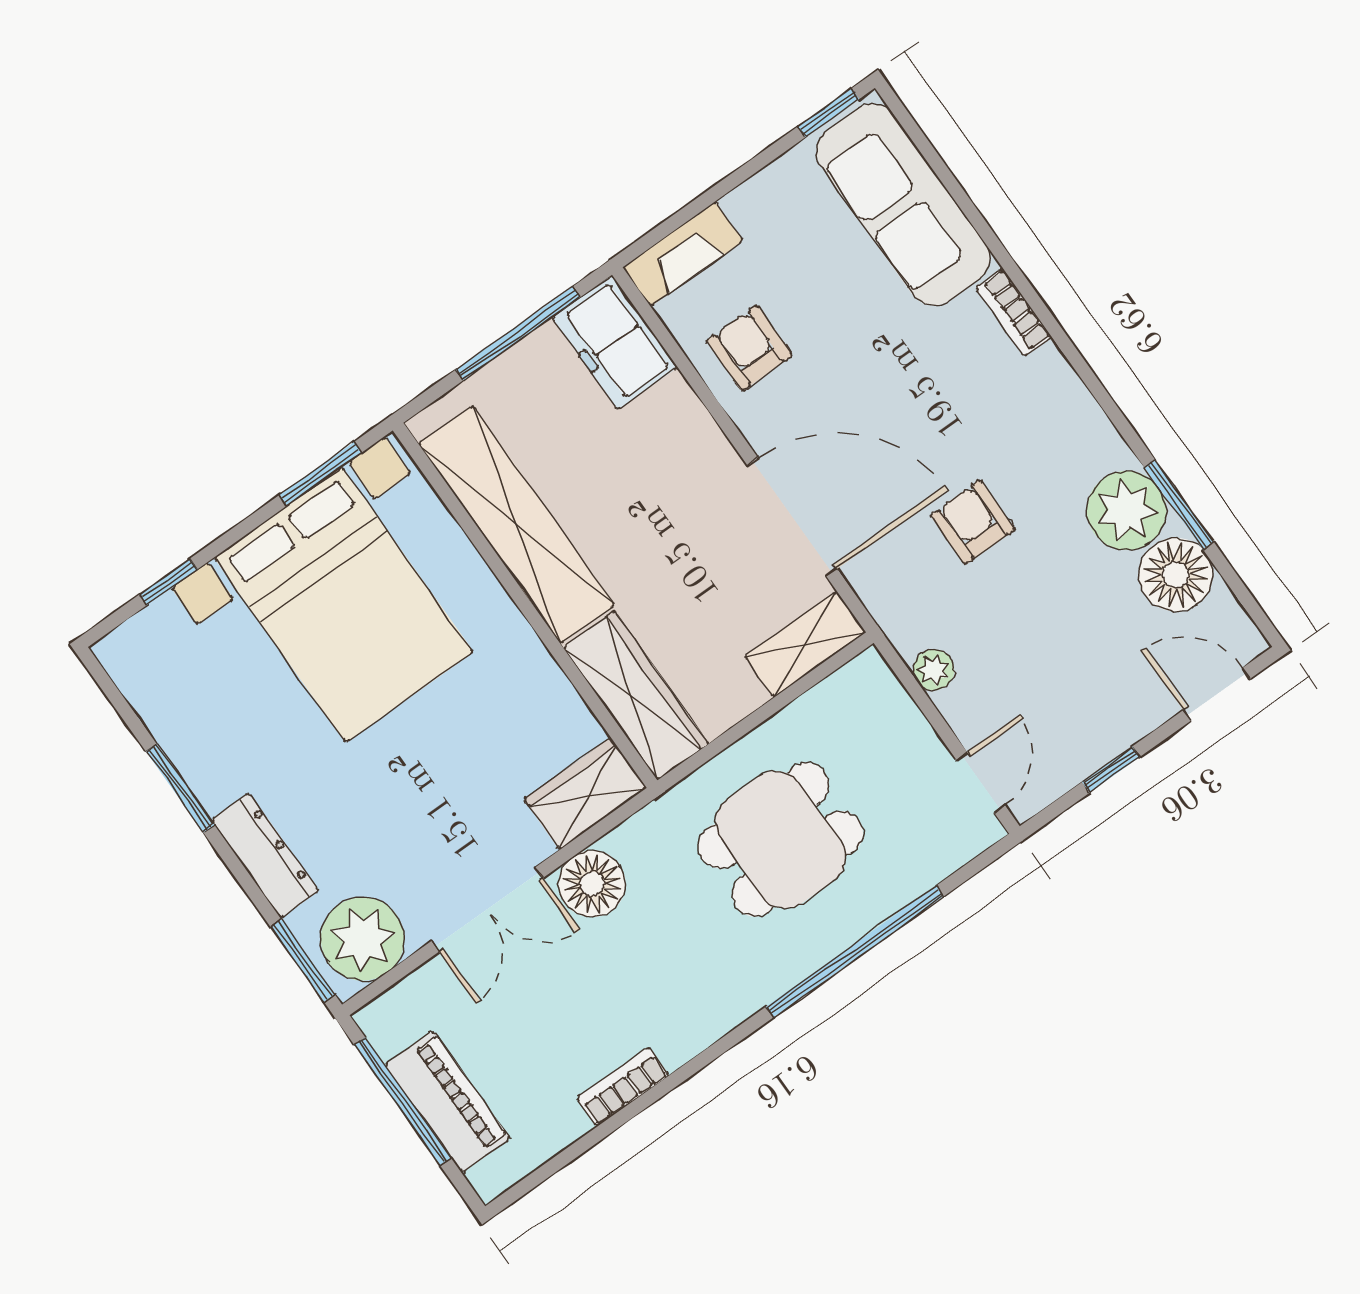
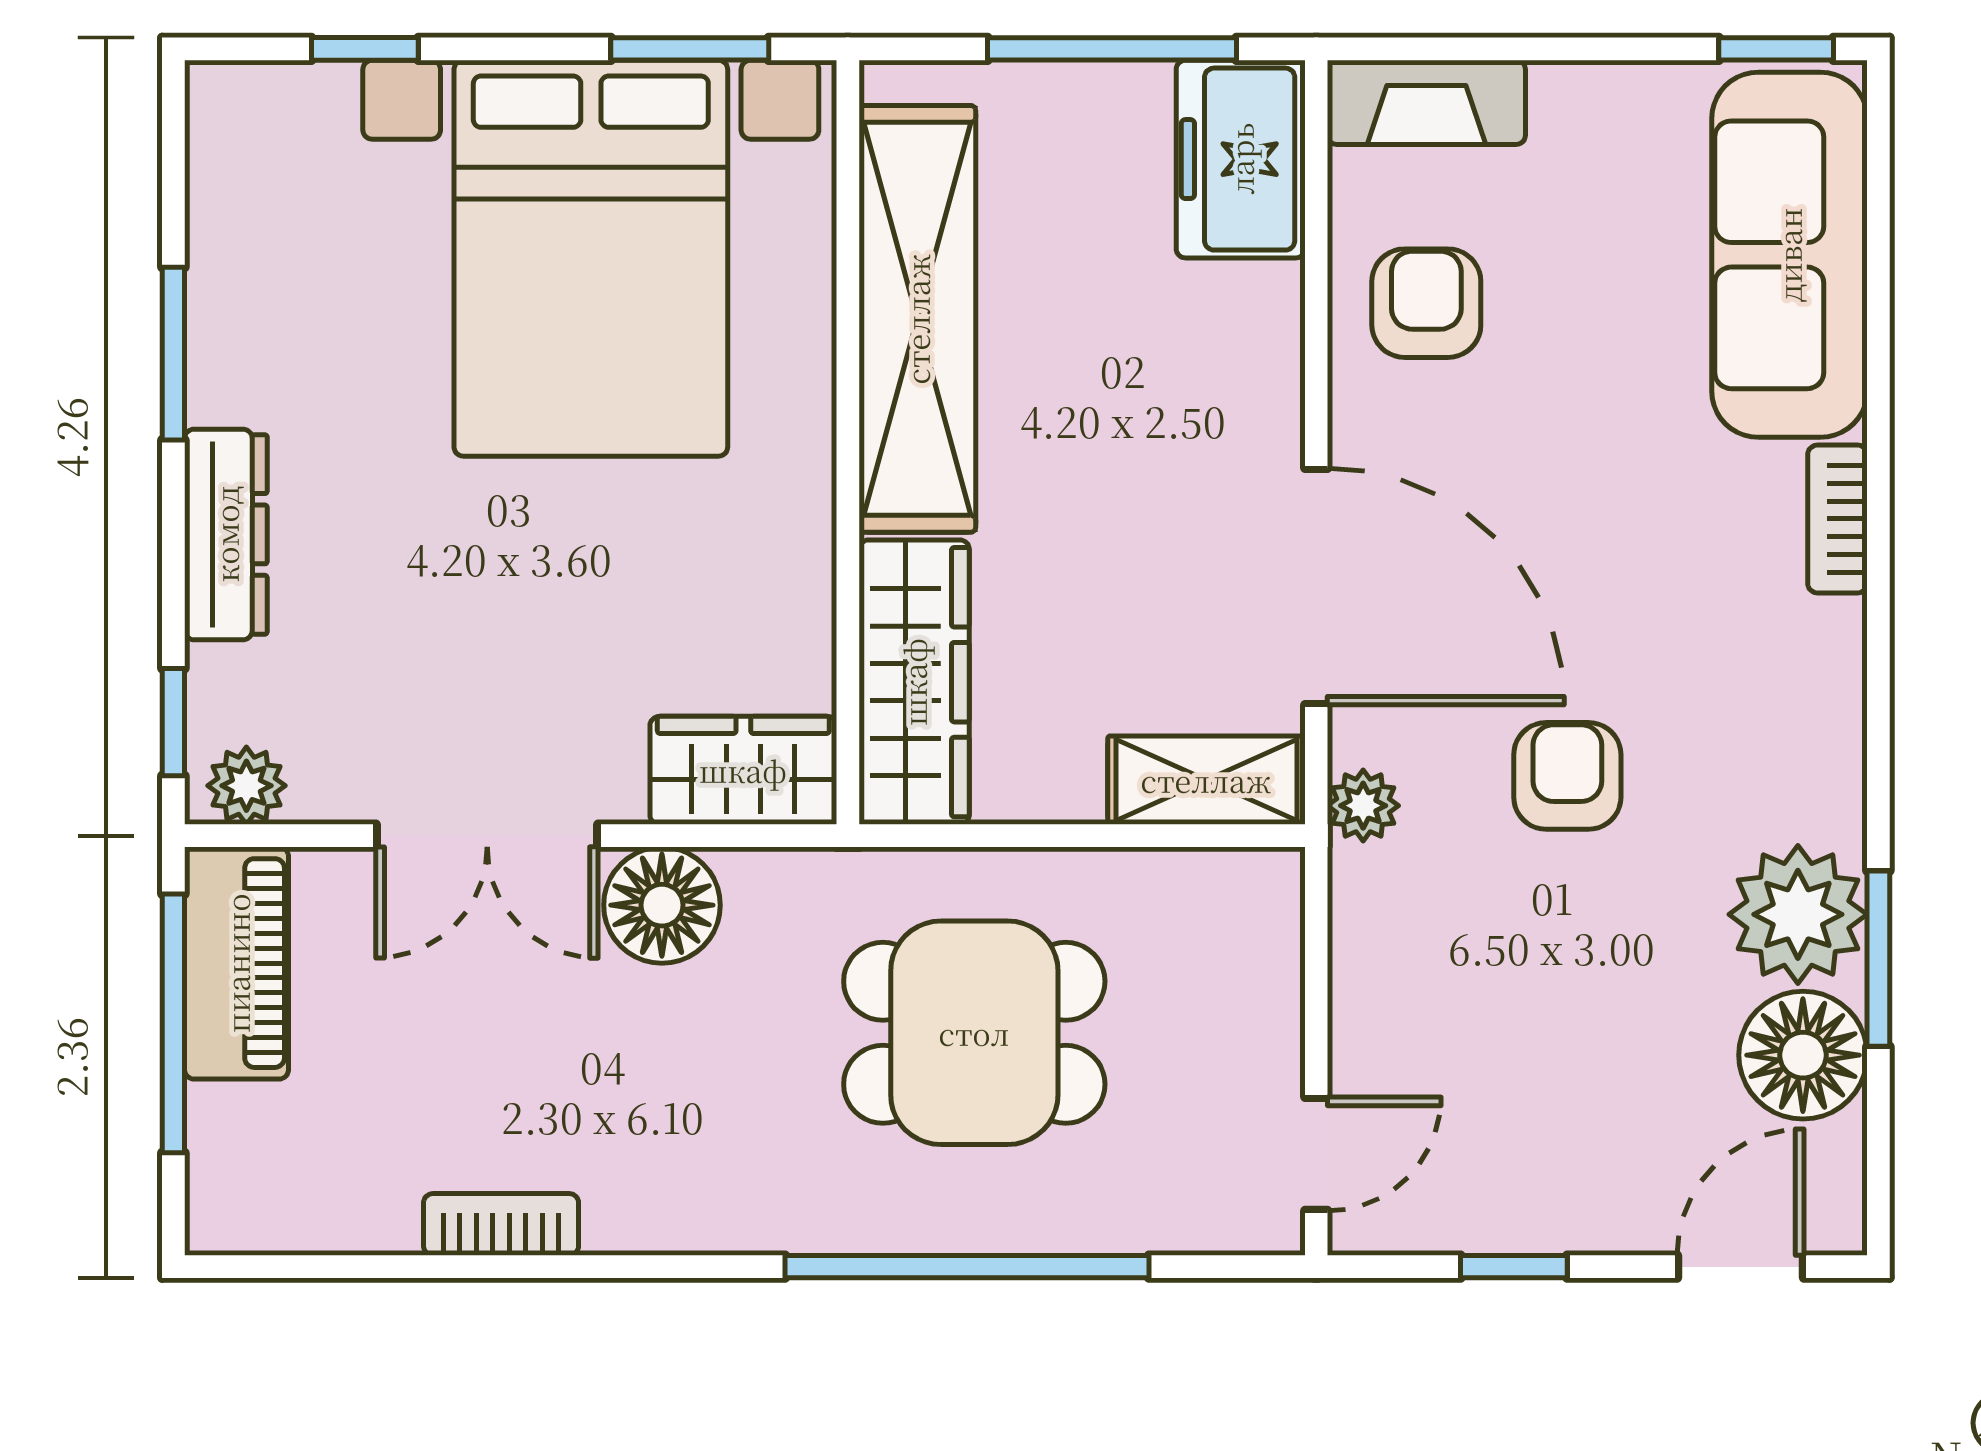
plant: (934, 670) -> (1363, 806), moved
door: (1217, 694) -> (1741, 1267), hinge flipped
plant: (363, 939) -> (246, 786), width x0.53, depth x0.53
window: (303, 961) -> (173, 722), width x0.67
piano: (447, 1102) -> (237, 963), moved

